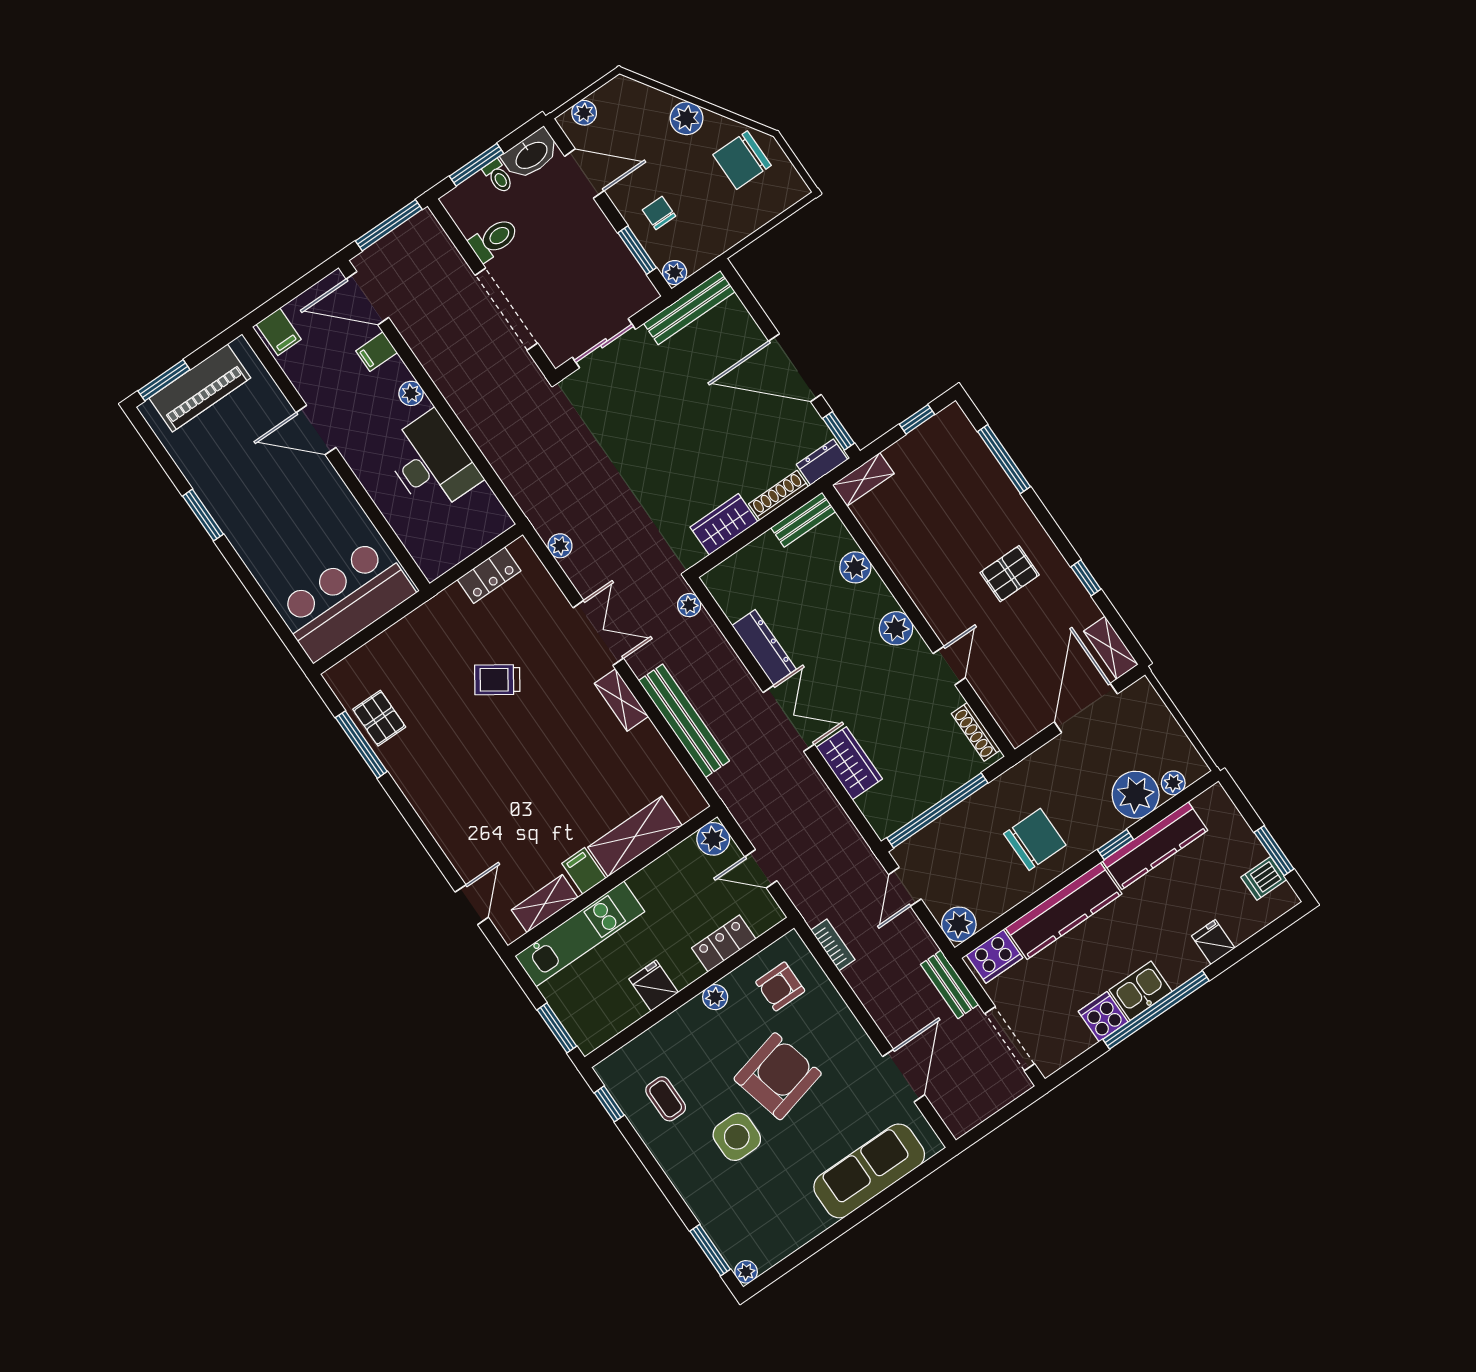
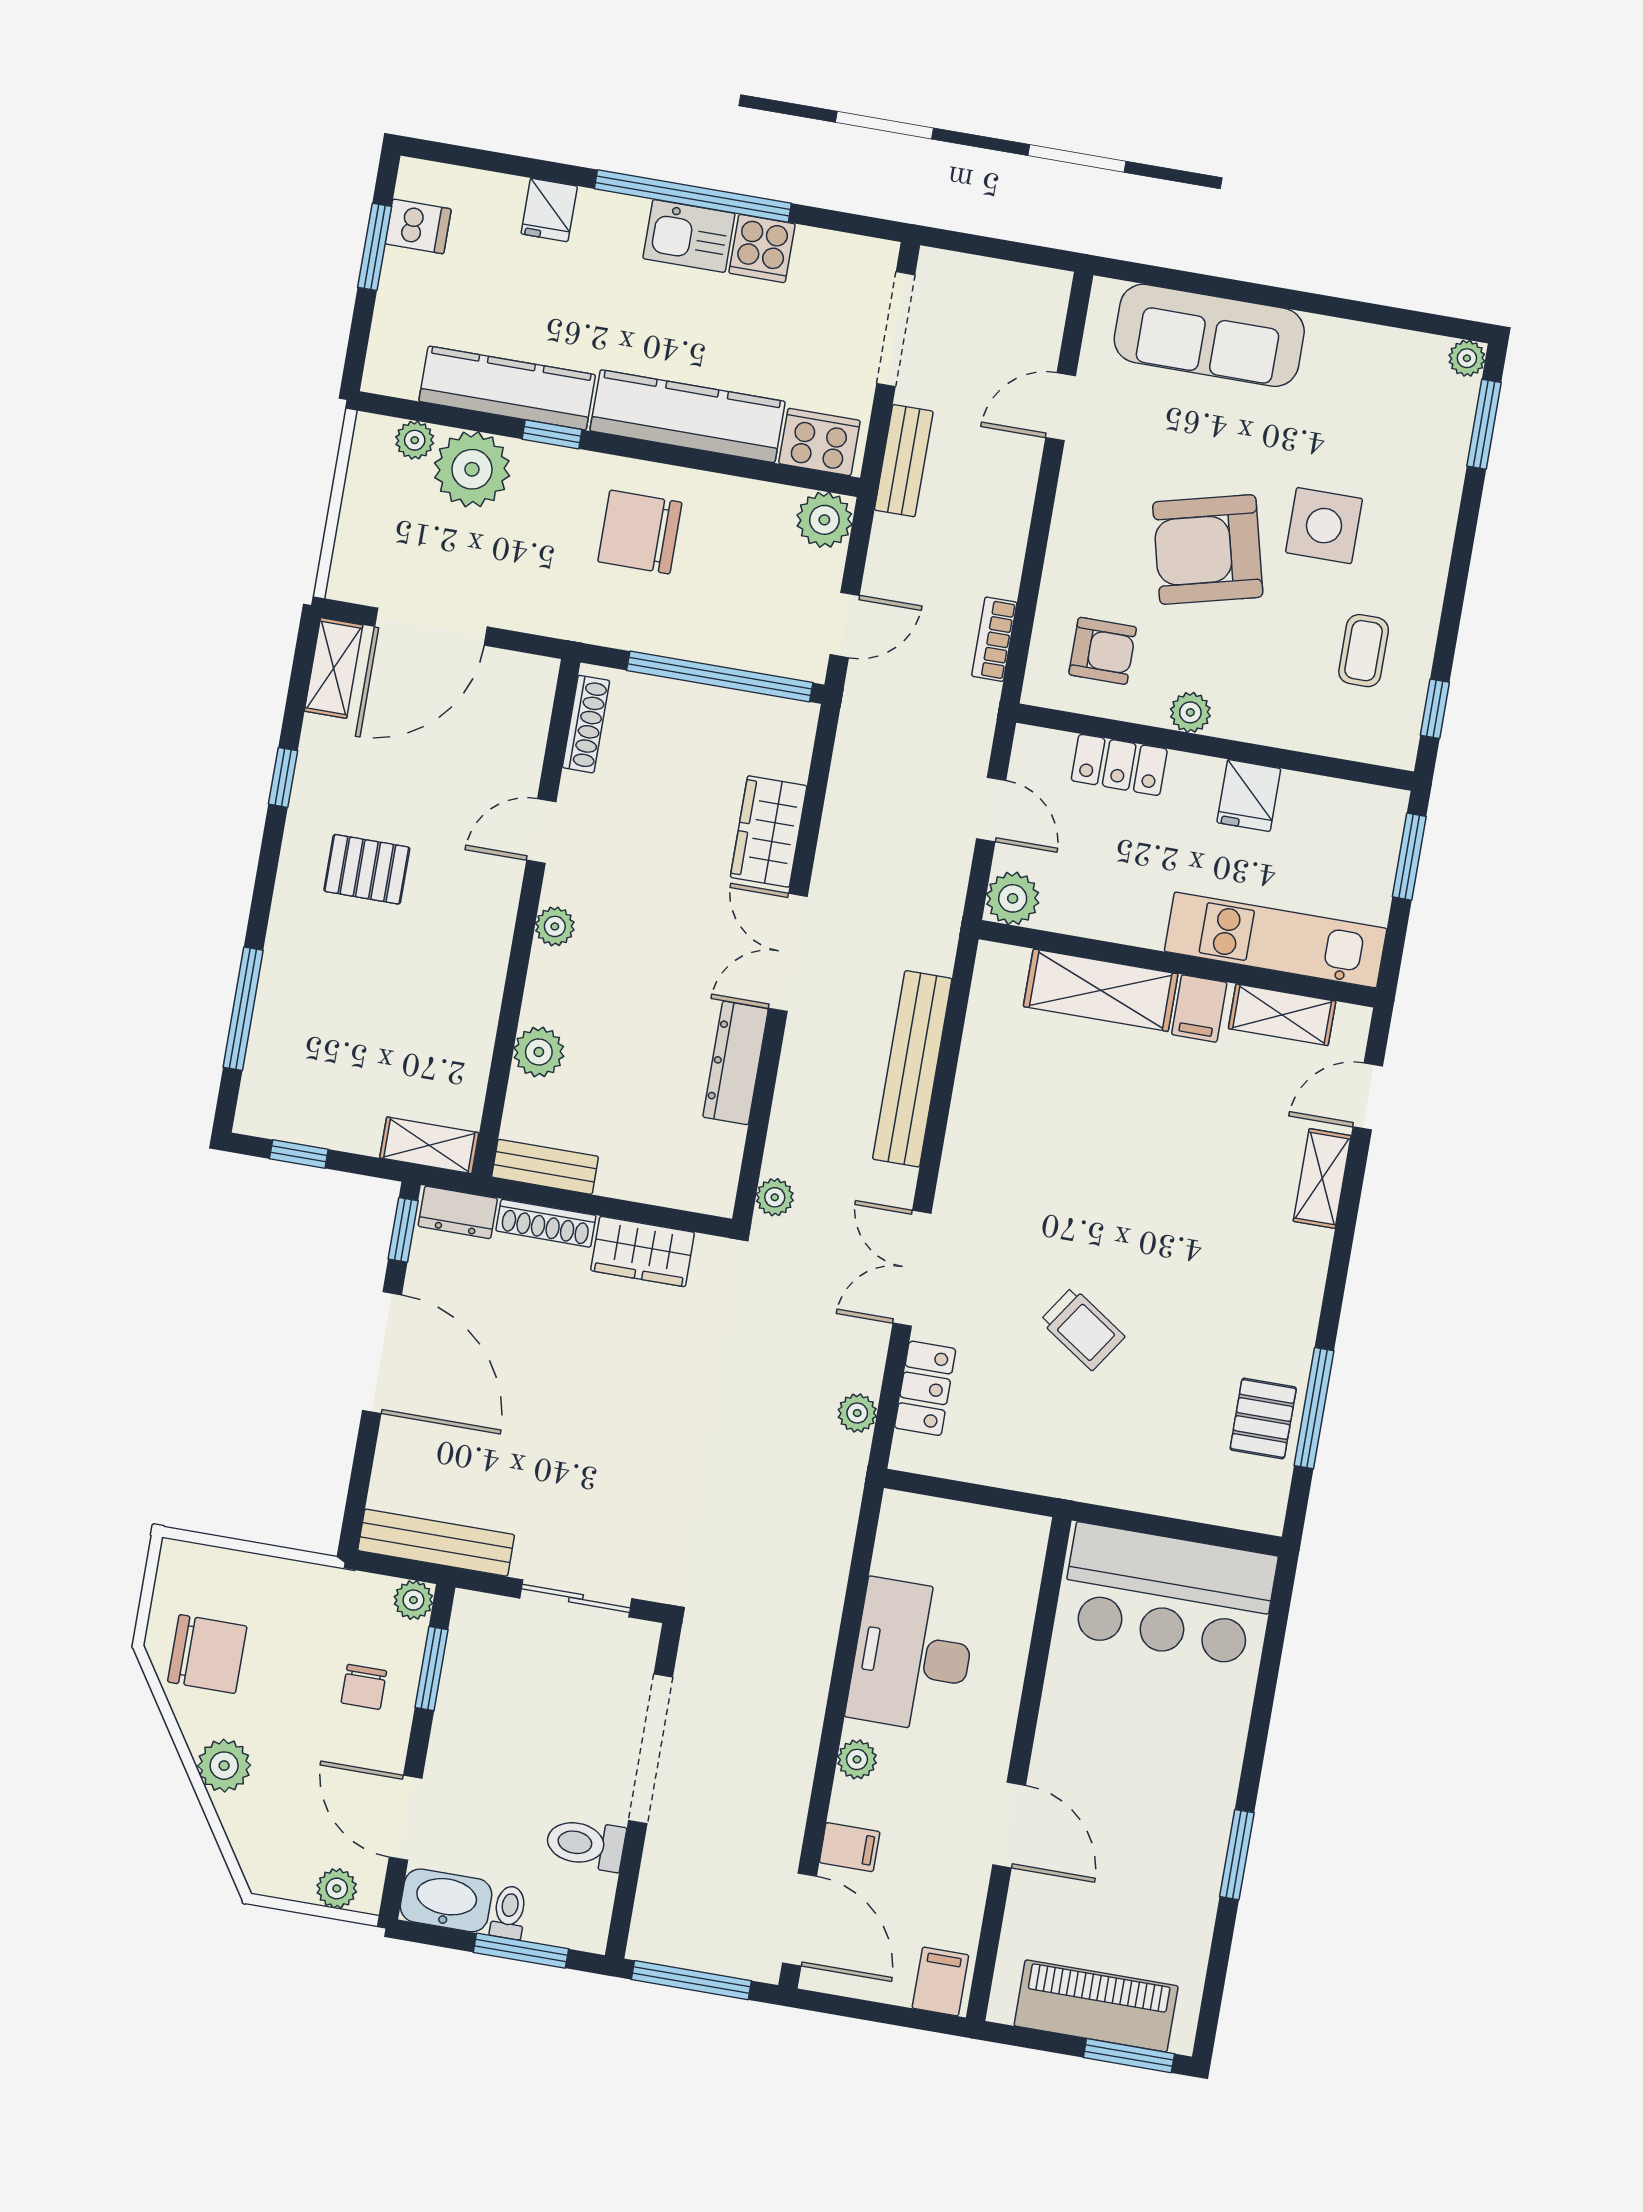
locker: (489, 575) -> (925, 1388), moved, turned 90
plant: (896, 628) -> (555, 926), width x0.73, depth x0.73
shelving: (621, 700) -> (1322, 1178), moved
door: (904, 1076) -> (1061, 407), width x0.73

